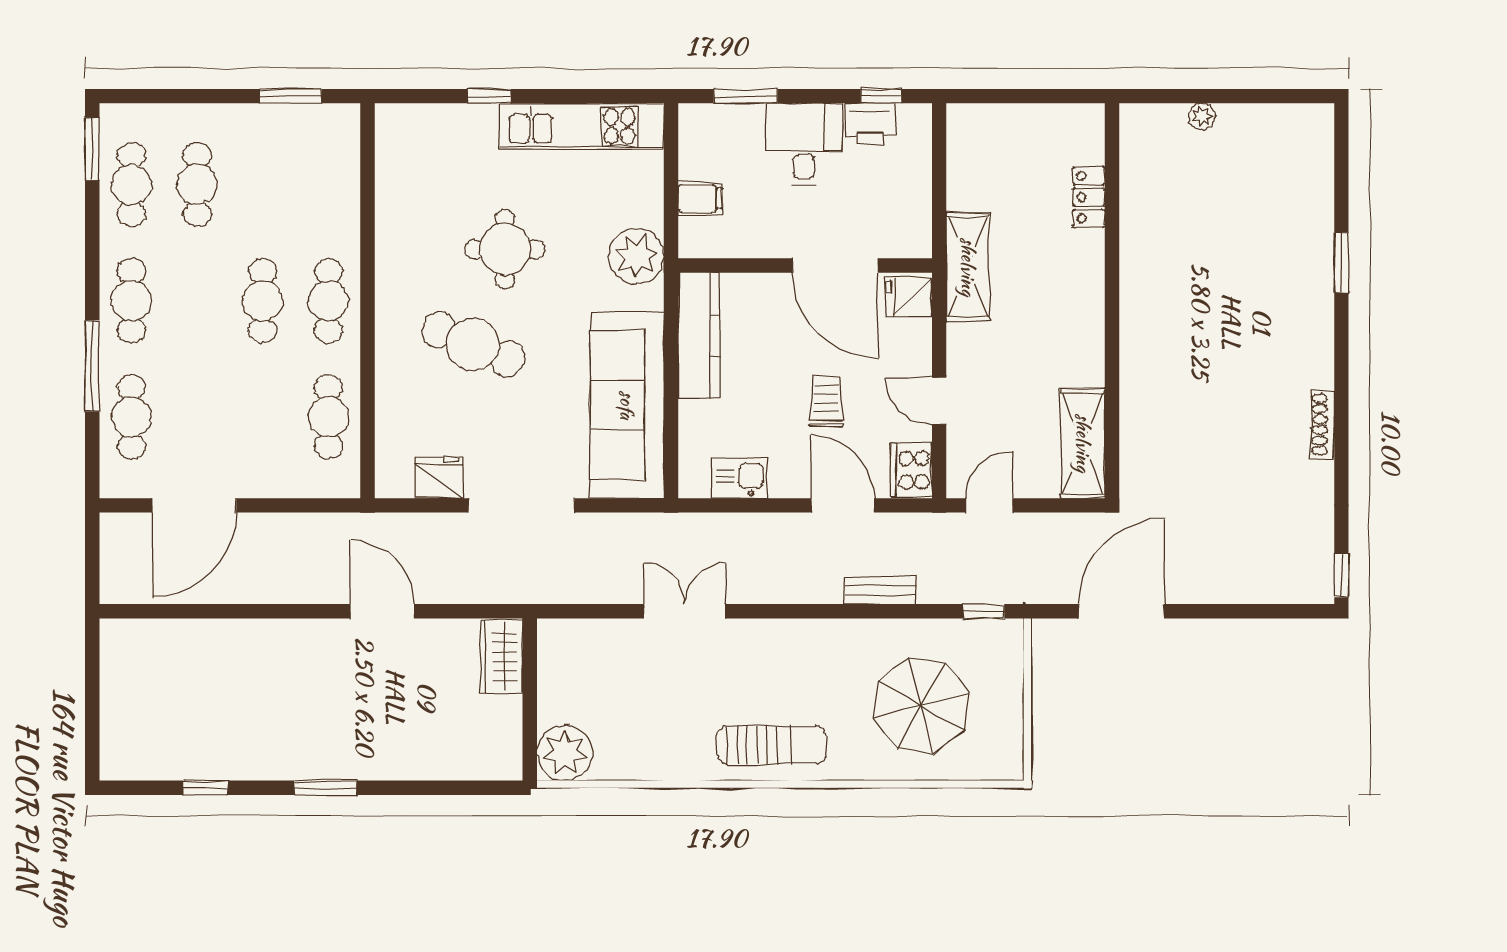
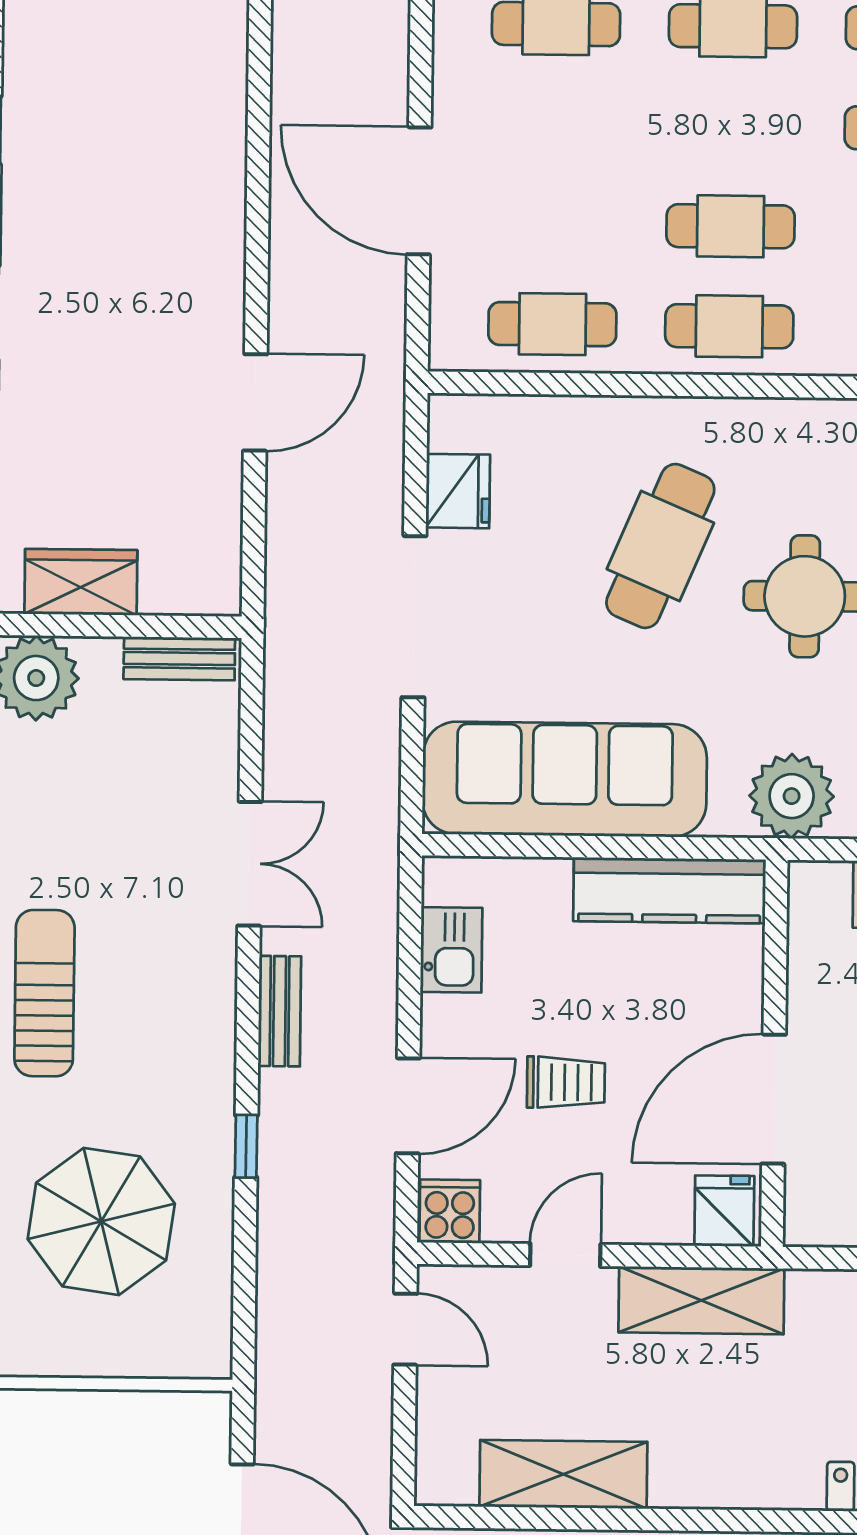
shelving: (968, 267) -> (701, 1300), moved
shelving: (1083, 443) -> (563, 1474), moved
cooker: (911, 470) -> (450, 1211), width x0.73
door: (194, 505) -> (419, 191), moved
bench: (880, 590) -> (280, 1011), moved
window: (984, 611) -> (246, 1146), moved
wardrobe: (501, 657) -> (81, 582), moved
bench: (551, 659) -> (179, 659), added
sun lounger: (771, 745) -> (44, 993), turned 180

